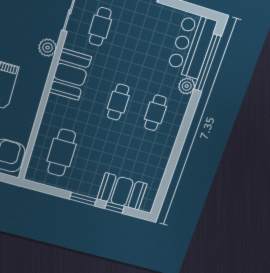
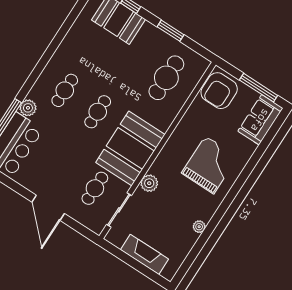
booth: (70, 74) -> (130, 148), width x1.36, depth x1.42
window: (83, 199) -> (170, 31), moved

